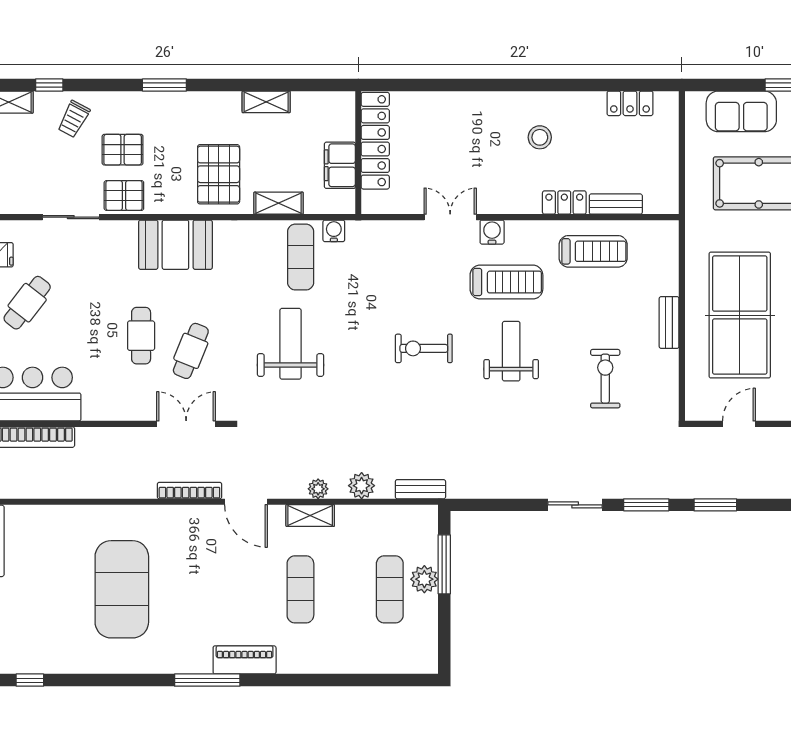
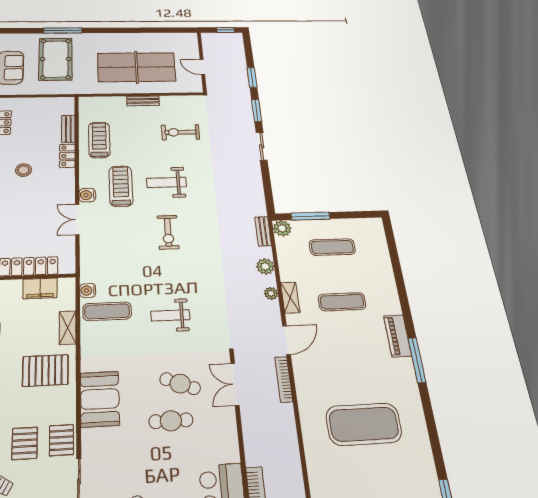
weight bench: (290, 344) -> (170, 315), width x0.73, depth x0.75
plant: (424, 579) -> (282, 228), moved

